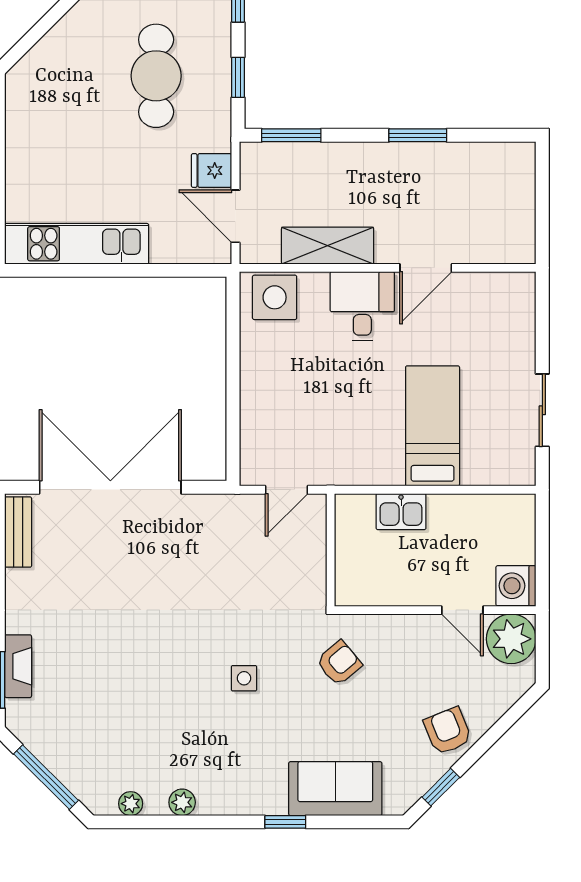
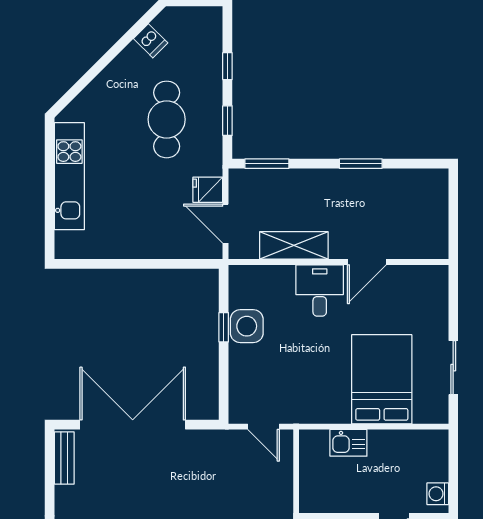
kitchen unit: (77, 244) -> (69, 176), moved, turned 90
side table: (275, 297) -> (247, 326), moved
window: (233, 356) -> (224, 327), added
bed: (433, 426) -> (382, 379), width x1.50
door: (287, 490) -> (263, 427), hinge flipped
washing machine: (516, 586) -> (438, 494), width x0.73, depth x0.73

